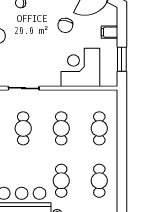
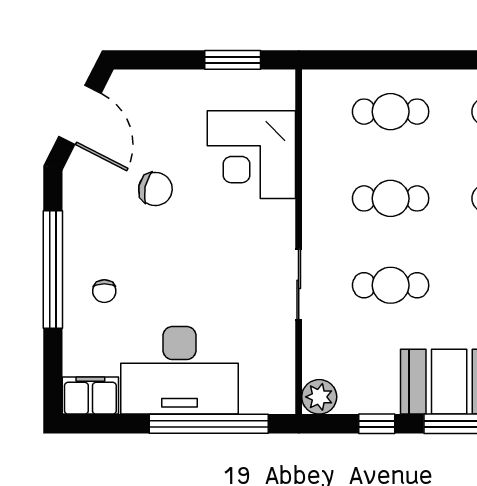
filing cabinet: (110, 32) -> (171, 88), removed

